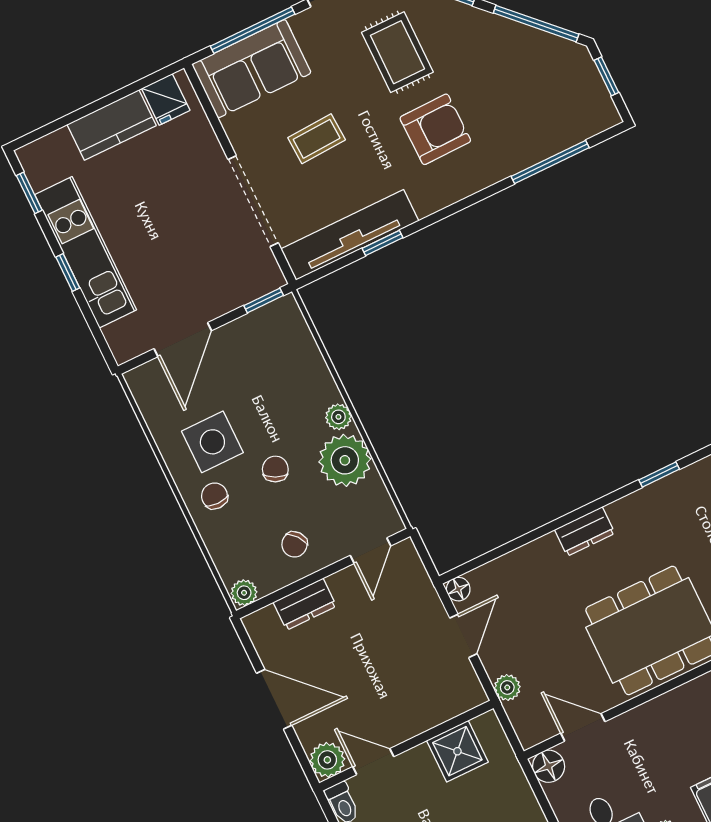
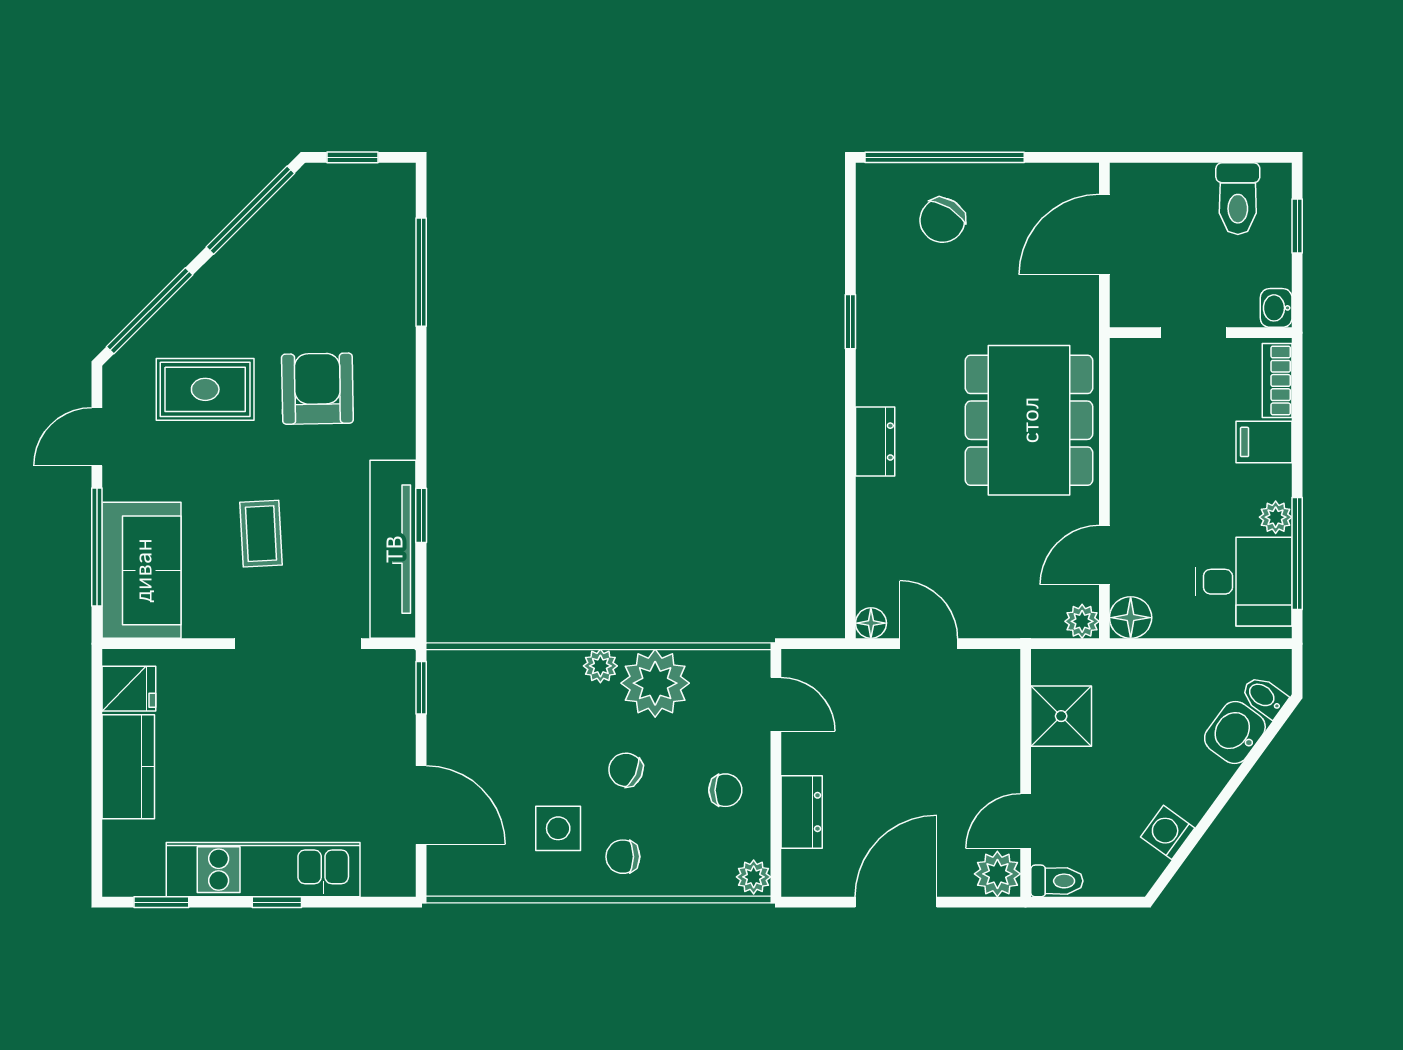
side table: (212, 442) -> (558, 828), width x0.73, depth x0.73
chair: (294, 544) -> (725, 790), turned -52
plant: (507, 687) -> (1082, 621), moved

